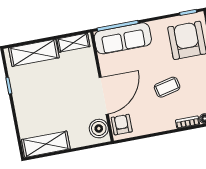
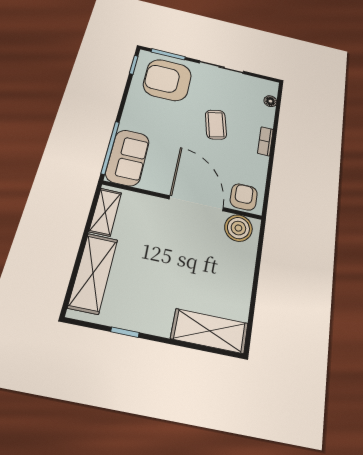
sofa: (123, 38) -> (128, 158), width x0.73
bookcase: (188, 122) -> (265, 141), moved
armchair: (122, 125) -> (244, 197), turned 90
shelving: (46, 144) -> (210, 331), moved, turned 90

